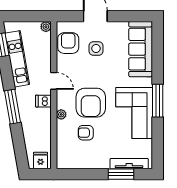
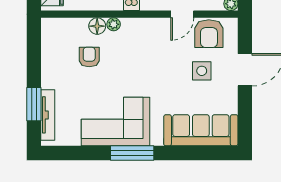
armchair: (68, 43) -> (209, 34), turned 90
door: (54, 81) -> (182, 14), moved
armchair: (91, 103) -> (129, 64), removed
floor lamp: (63, 127) -> (97, 26), added

